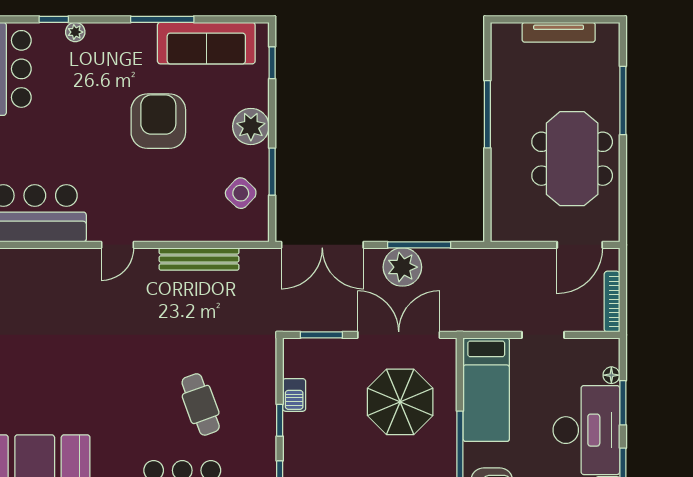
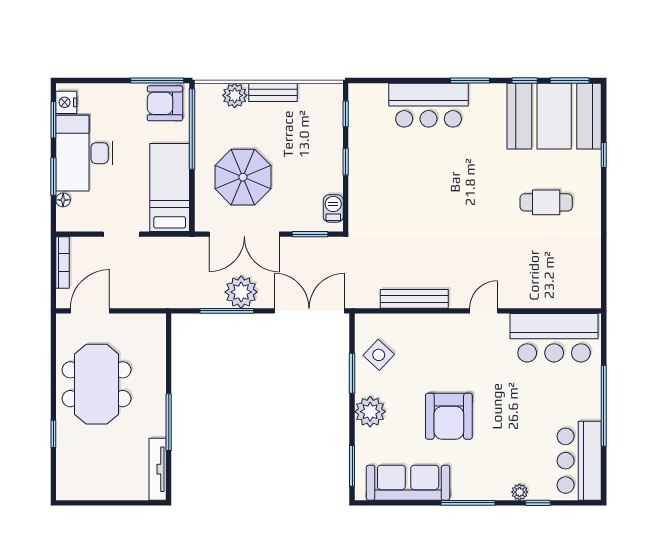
window: (162, 19) -> (468, 503), moved
tv unit: (559, 32) -> (158, 469), moved, turned -90
window: (272, 63) -> (352, 466), width x1.50
window: (623, 100) -> (53, 434), width x0.46
barbecue: (294, 395) -> (333, 208), moved
cafe table: (201, 404) -> (546, 202), moved, turned -70

